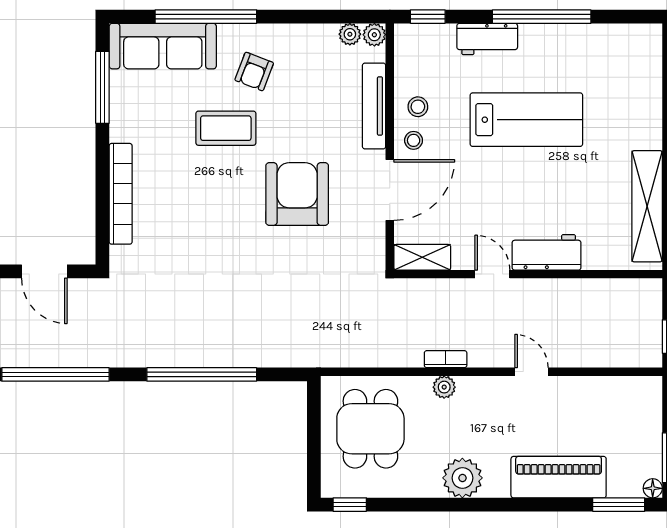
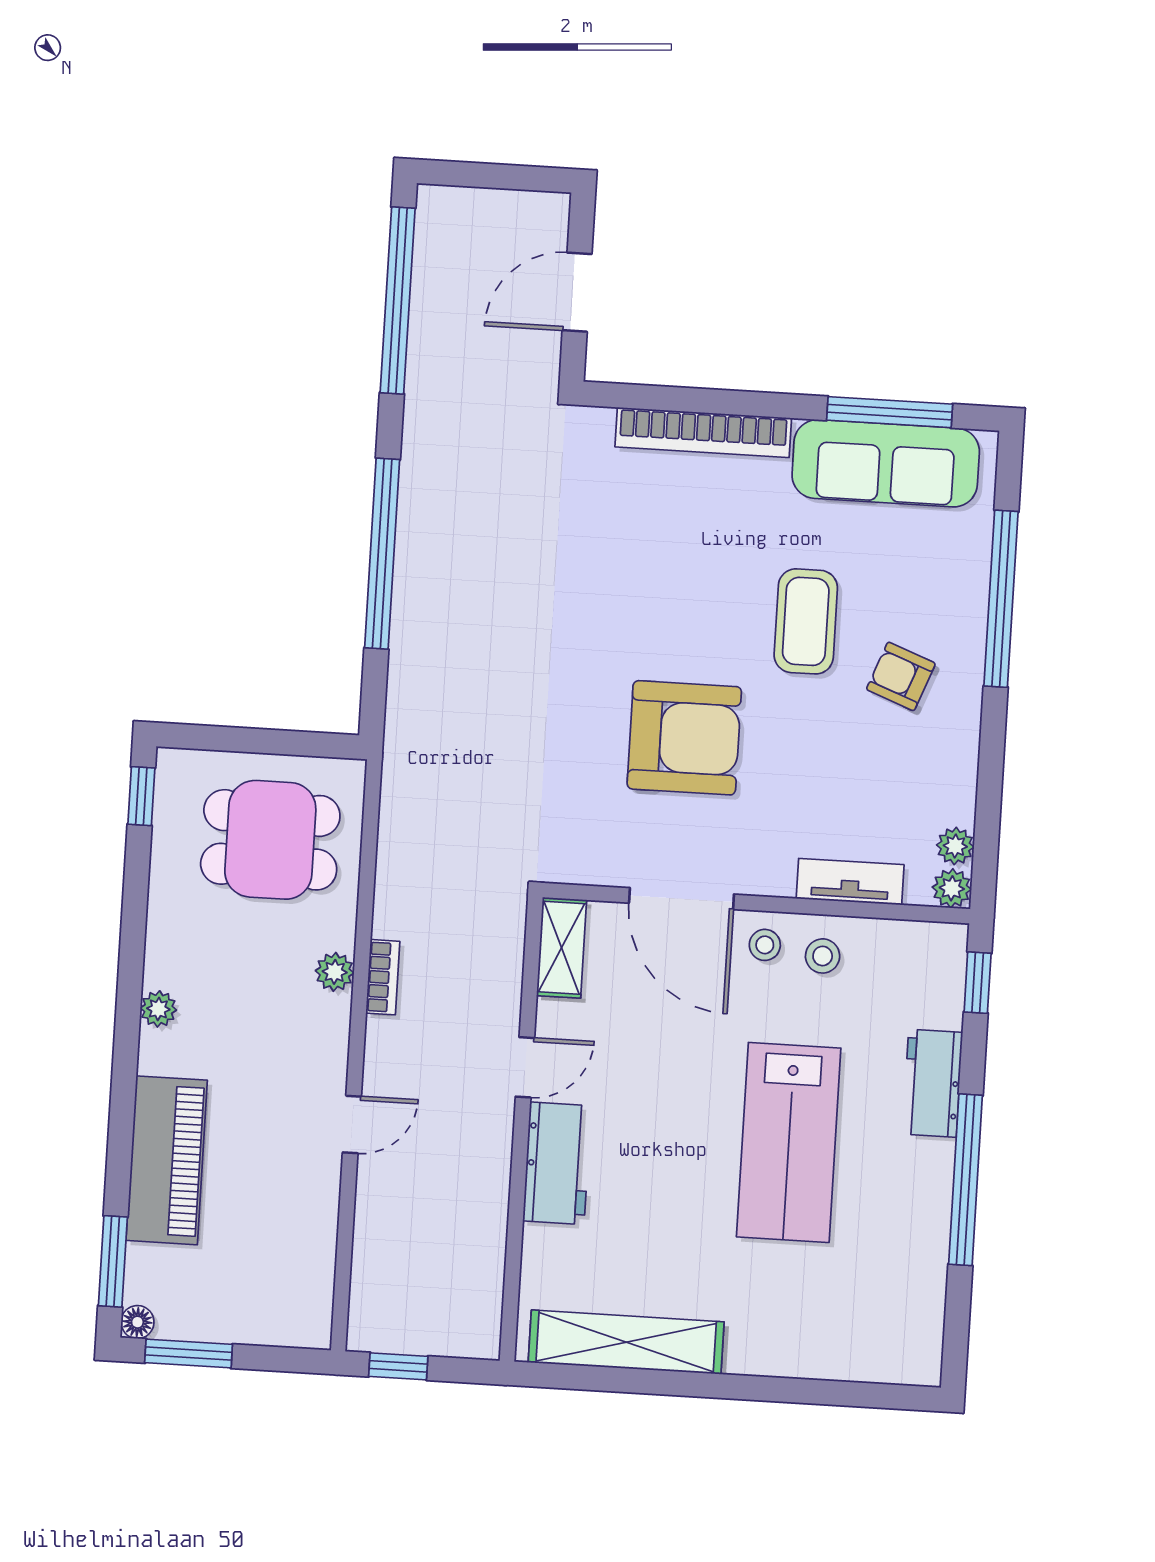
sofa: (163, 46) -> (886, 463), moved, turned -90
tv unit: (374, 106) -> (850, 882), width x0.71
plant: (462, 478) -> (158, 1009), width x0.53, depth x0.53

